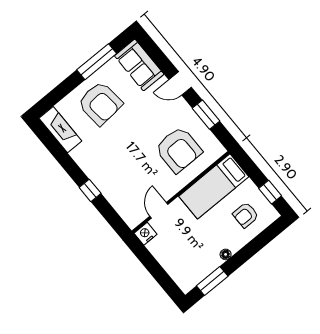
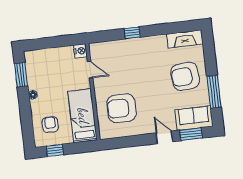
door: (180, 83) -> (164, 137), hinge flipped
window: (206, 115) -> (191, 134), moved

